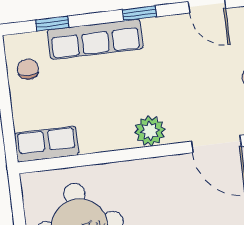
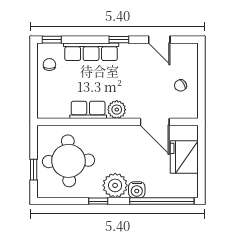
window: (52, 24) -> (52, 40), moved
row of seats: (47, 144) -> (88, 110), moved

